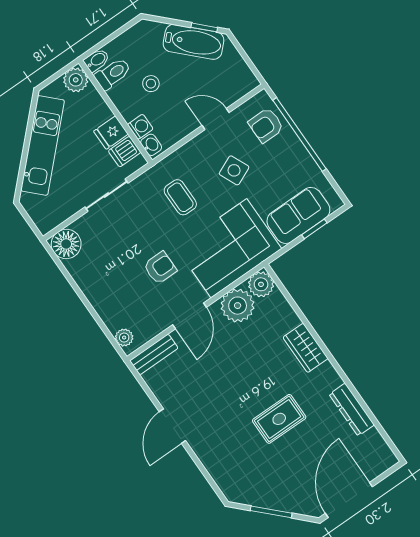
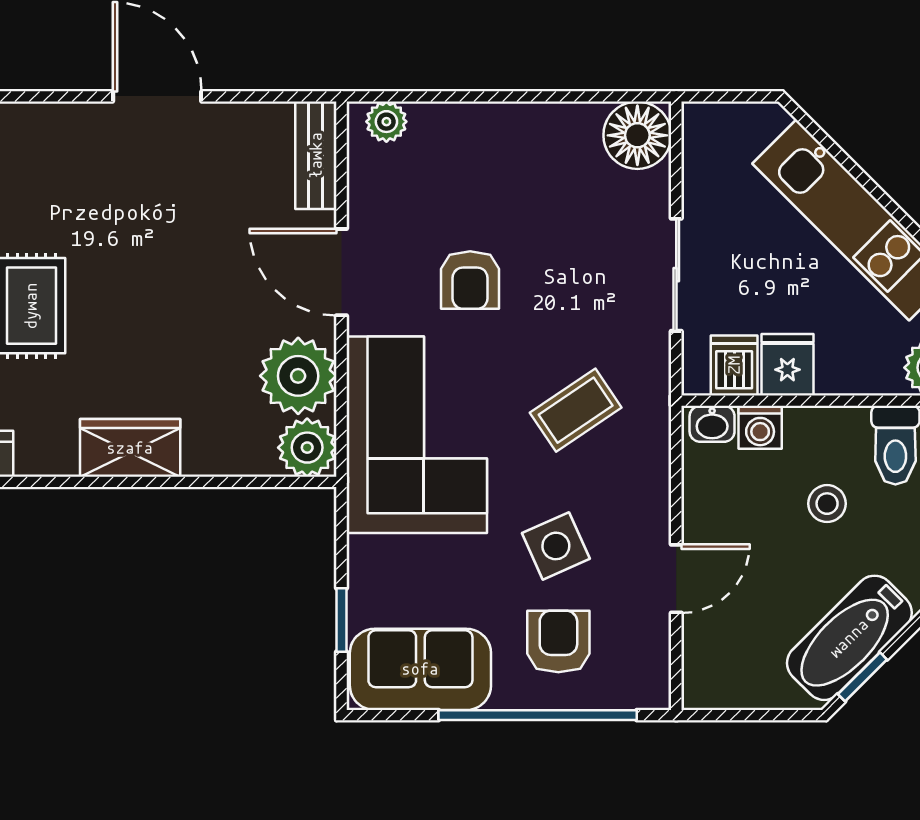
armchair: (266, 125) -> (558, 641), moved
coffee table: (180, 197) -> (576, 410), turned -34
sofa: (298, 215) -> (420, 669), moved, turned -90

